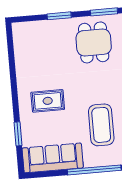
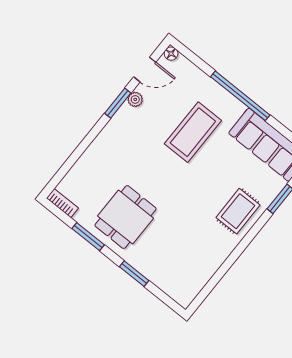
rug: (48, 101) -> (238, 211), moved, turned 90

